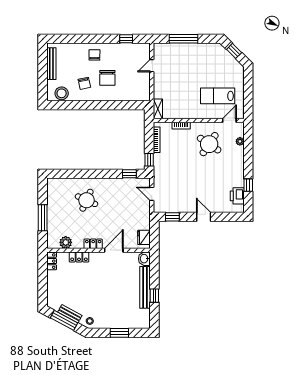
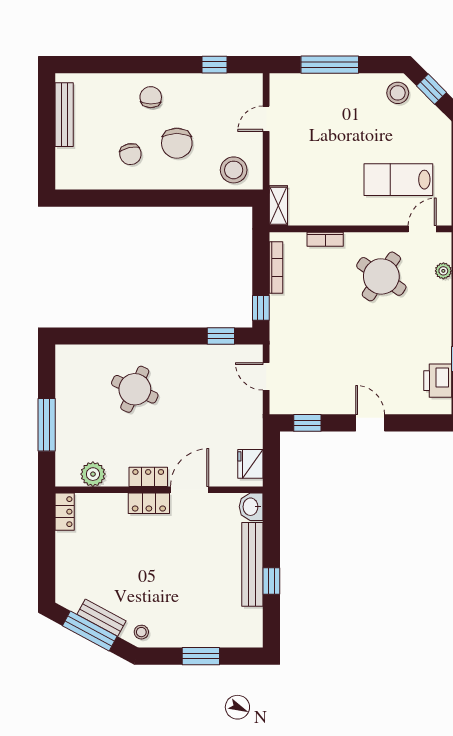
stool: (217, 53) -> (398, 93), added
stool: (62, 93) -> (234, 170), moved
locker: (79, 257) -> (149, 503), moved

